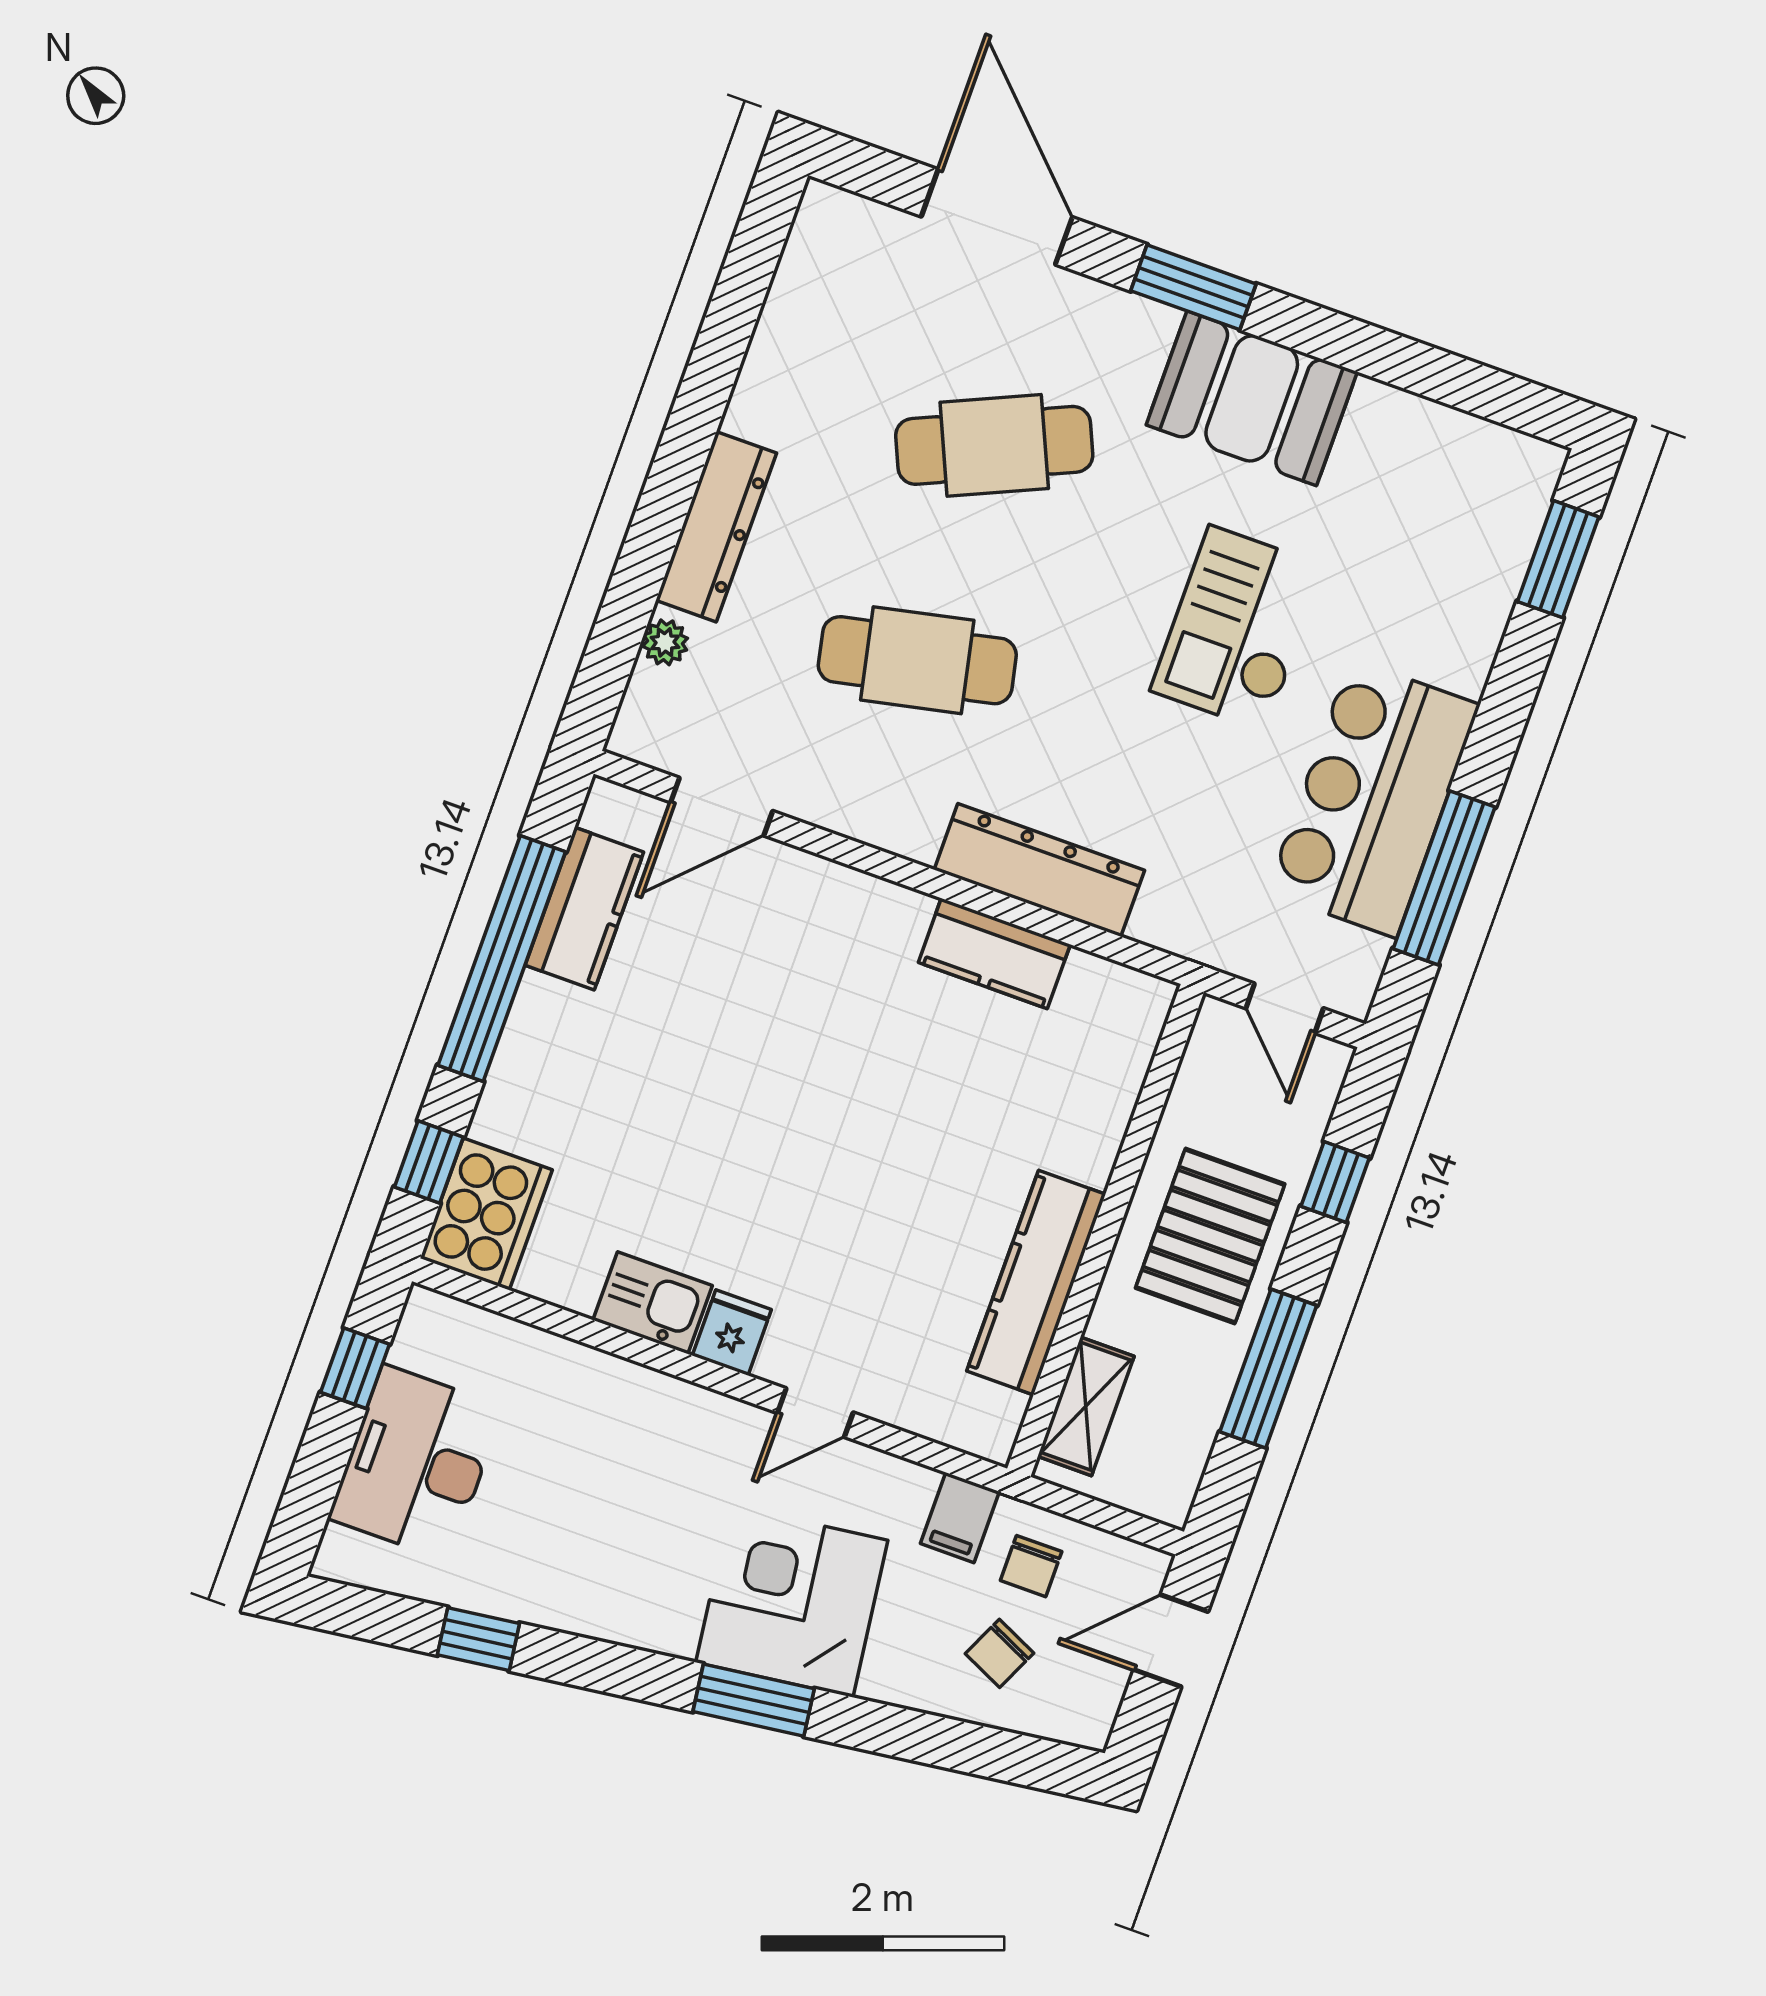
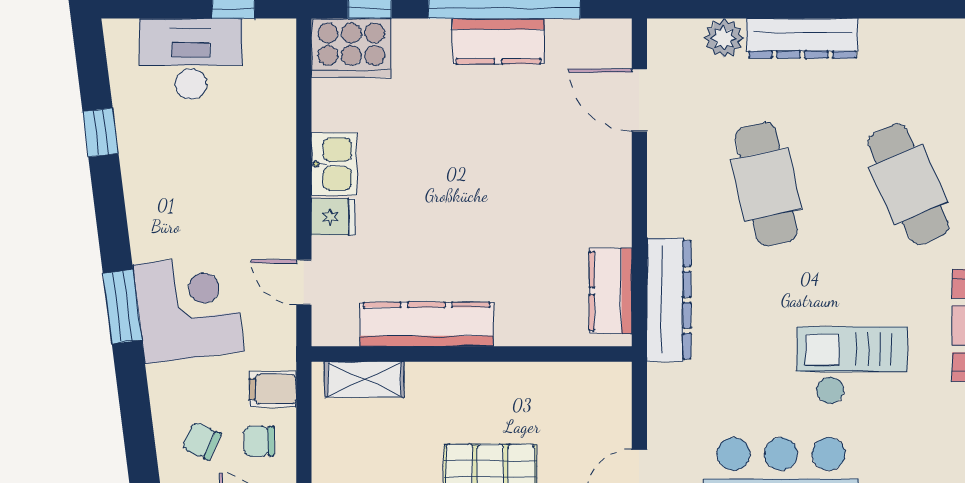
plant: (665, 642) -> (724, 38), width x1.38, depth x1.38
kitchen counter: (584, 909) -> (498, 41), moved
wall: (1106, 1230) -> (472, 354), moved
kitchen counter: (1036, 1283) -> (426, 324), moved
shelving: (1086, 1406) -> (364, 379), moved

